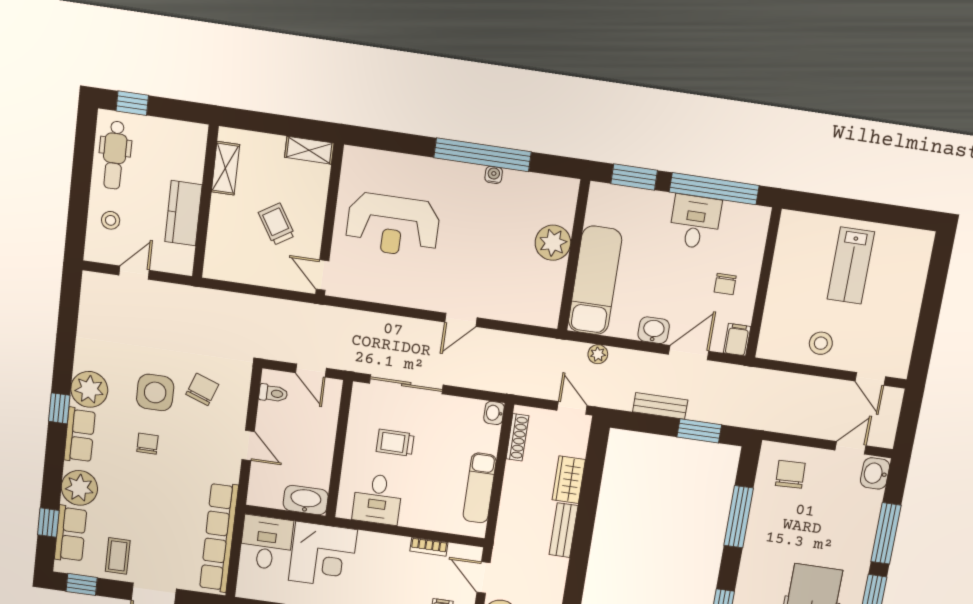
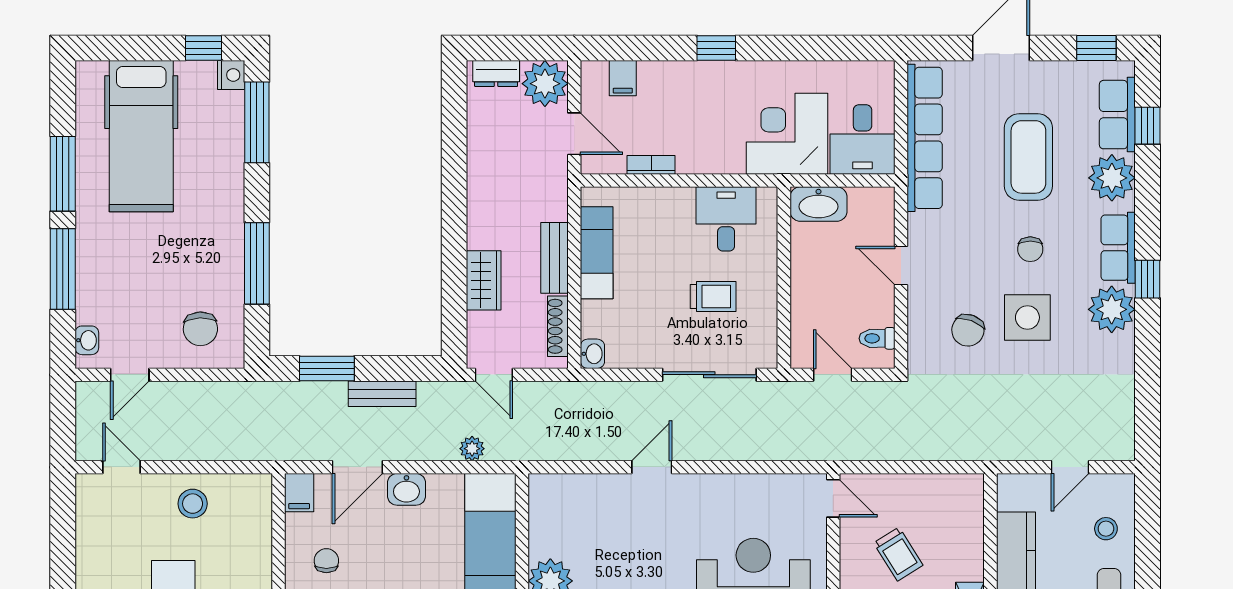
washbasin: (875, 473) -> (87, 340), width x0.72, depth x0.69
bench: (564, 530) -> (555, 258), moved
coffee table: (118, 556) -> (1028, 157), moved, width x1.86, depth x1.72

